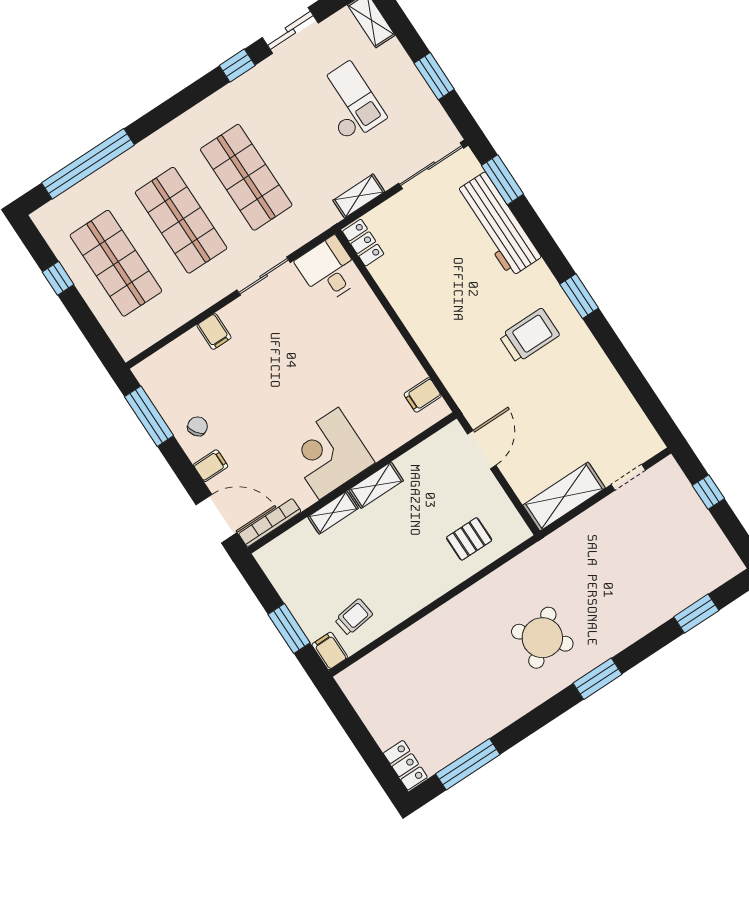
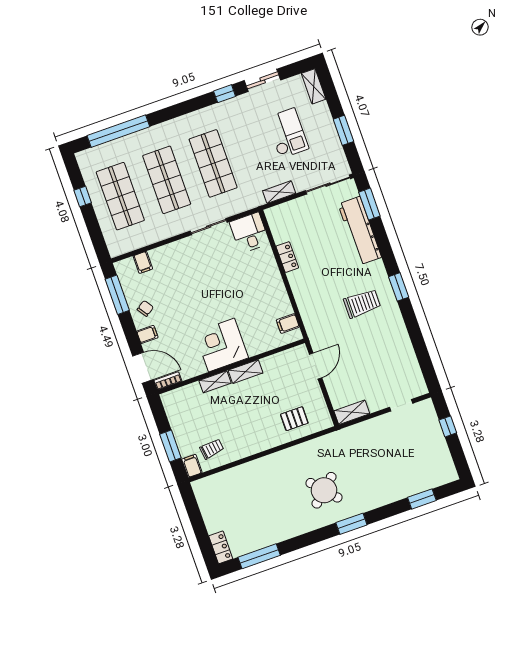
locker: (363, 243) -> (287, 257), moved
filing cabinet: (214, 331) -> (143, 262), moved
shelving: (564, 497) -> (352, 412), width x0.67, depth x0.75
bookcase: (270, 523) -> (168, 381), width x0.64

